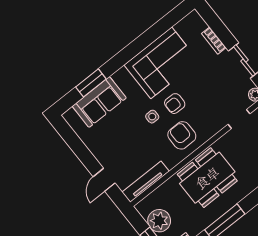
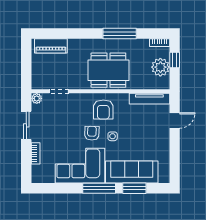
window: (125, 56) -> (99, 188), added
sofa: (99, 102) -> (132, 172), width x1.36
armchair: (175, 104) -> (92, 133), turned -88

